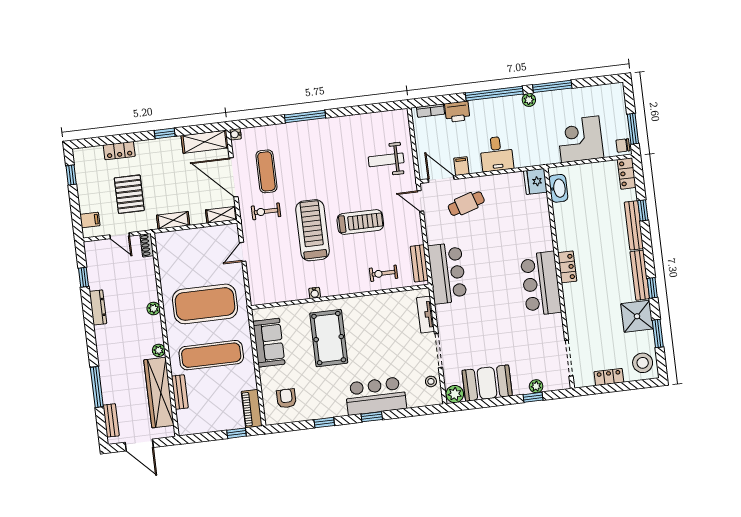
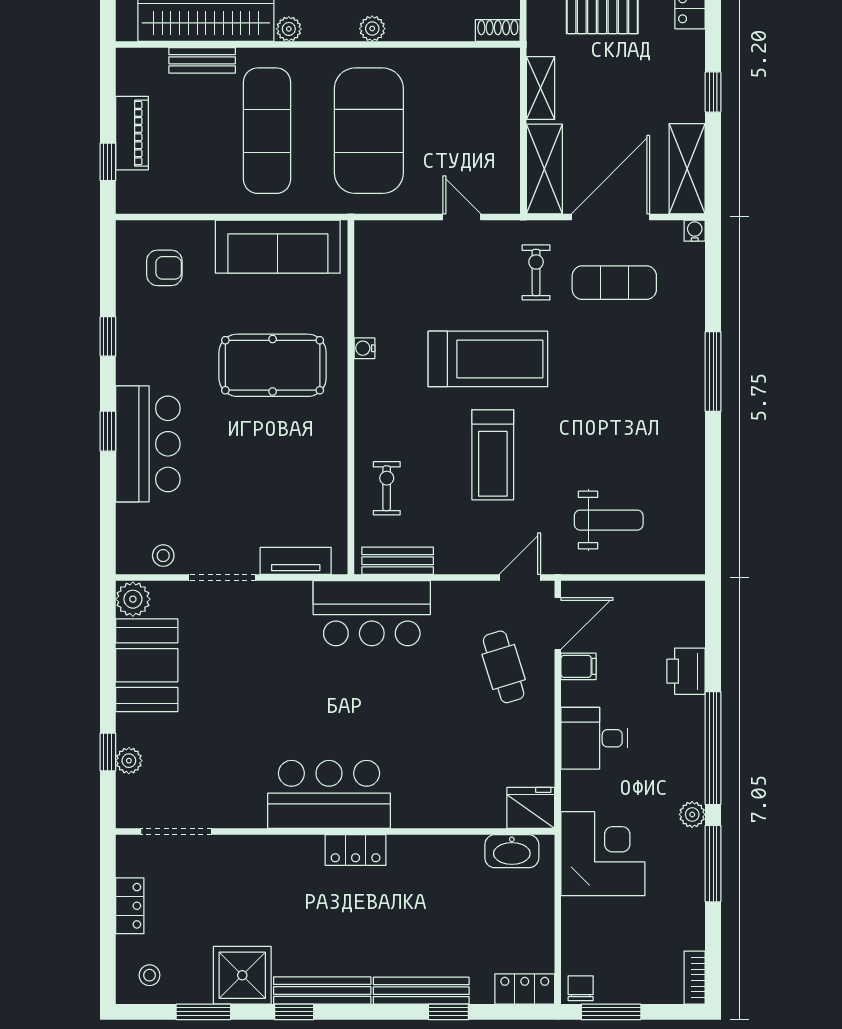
bookcase: (431, 111) -> (695, 978), moved
corner desk: (580, 139) -> (603, 854), moved
weight bench: (386, 160) -> (609, 520), turned 90
shelving: (221, 215) -> (544, 169), width x1.50, depth x1.33
sofa: (269, 343) -> (278, 247), width x1.36
stool: (643, 363) -> (149, 975), width x0.53, depth x0.53
piano: (252, 409) -> (132, 133), moved, turned 90

